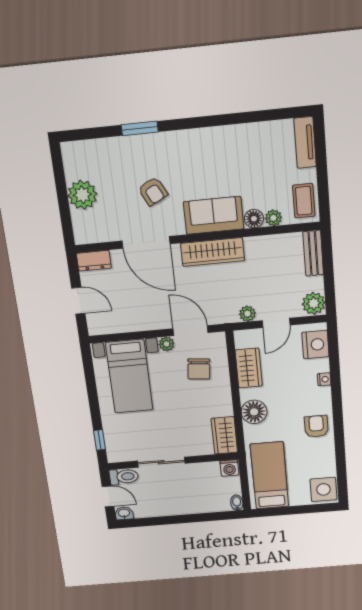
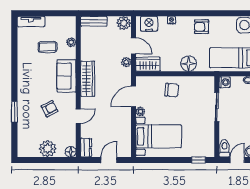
coffee table: (304, 201) -> (47, 47), moved
floor lamp: (254, 219) -> (71, 152), moved
door: (146, 242) -> (78, 116), width x0.53
wardrobe: (249, 368) -> (148, 64), moved
chair: (199, 369) -> (172, 90), moved
wardrobe: (224, 435) -> (202, 83), removed
sliding door: (161, 462) -> (217, 107), moved

